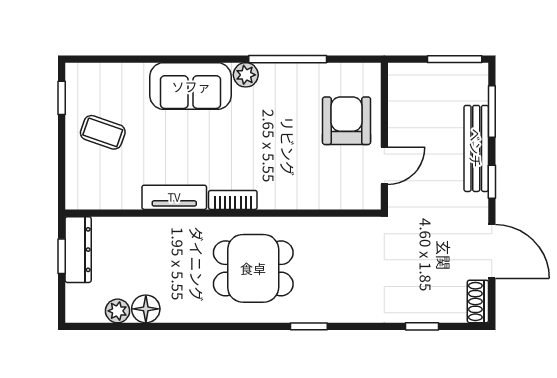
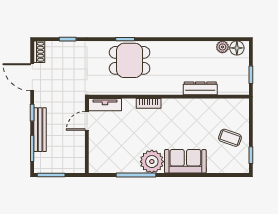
plant: (246, 75) -> (152, 162), width x1.87, depth x1.87
armchair: (346, 121) -> (106, 144), removed
tv unit: (174, 197) -> (105, 105), moved
bookcase: (233, 200) -> (149, 103), moved
dresser: (78, 250) -> (200, 88), moved, turned 90
dining table: (253, 268) -> (130, 60), moved
floor lamp: (146, 309) -> (237, 48), moved

